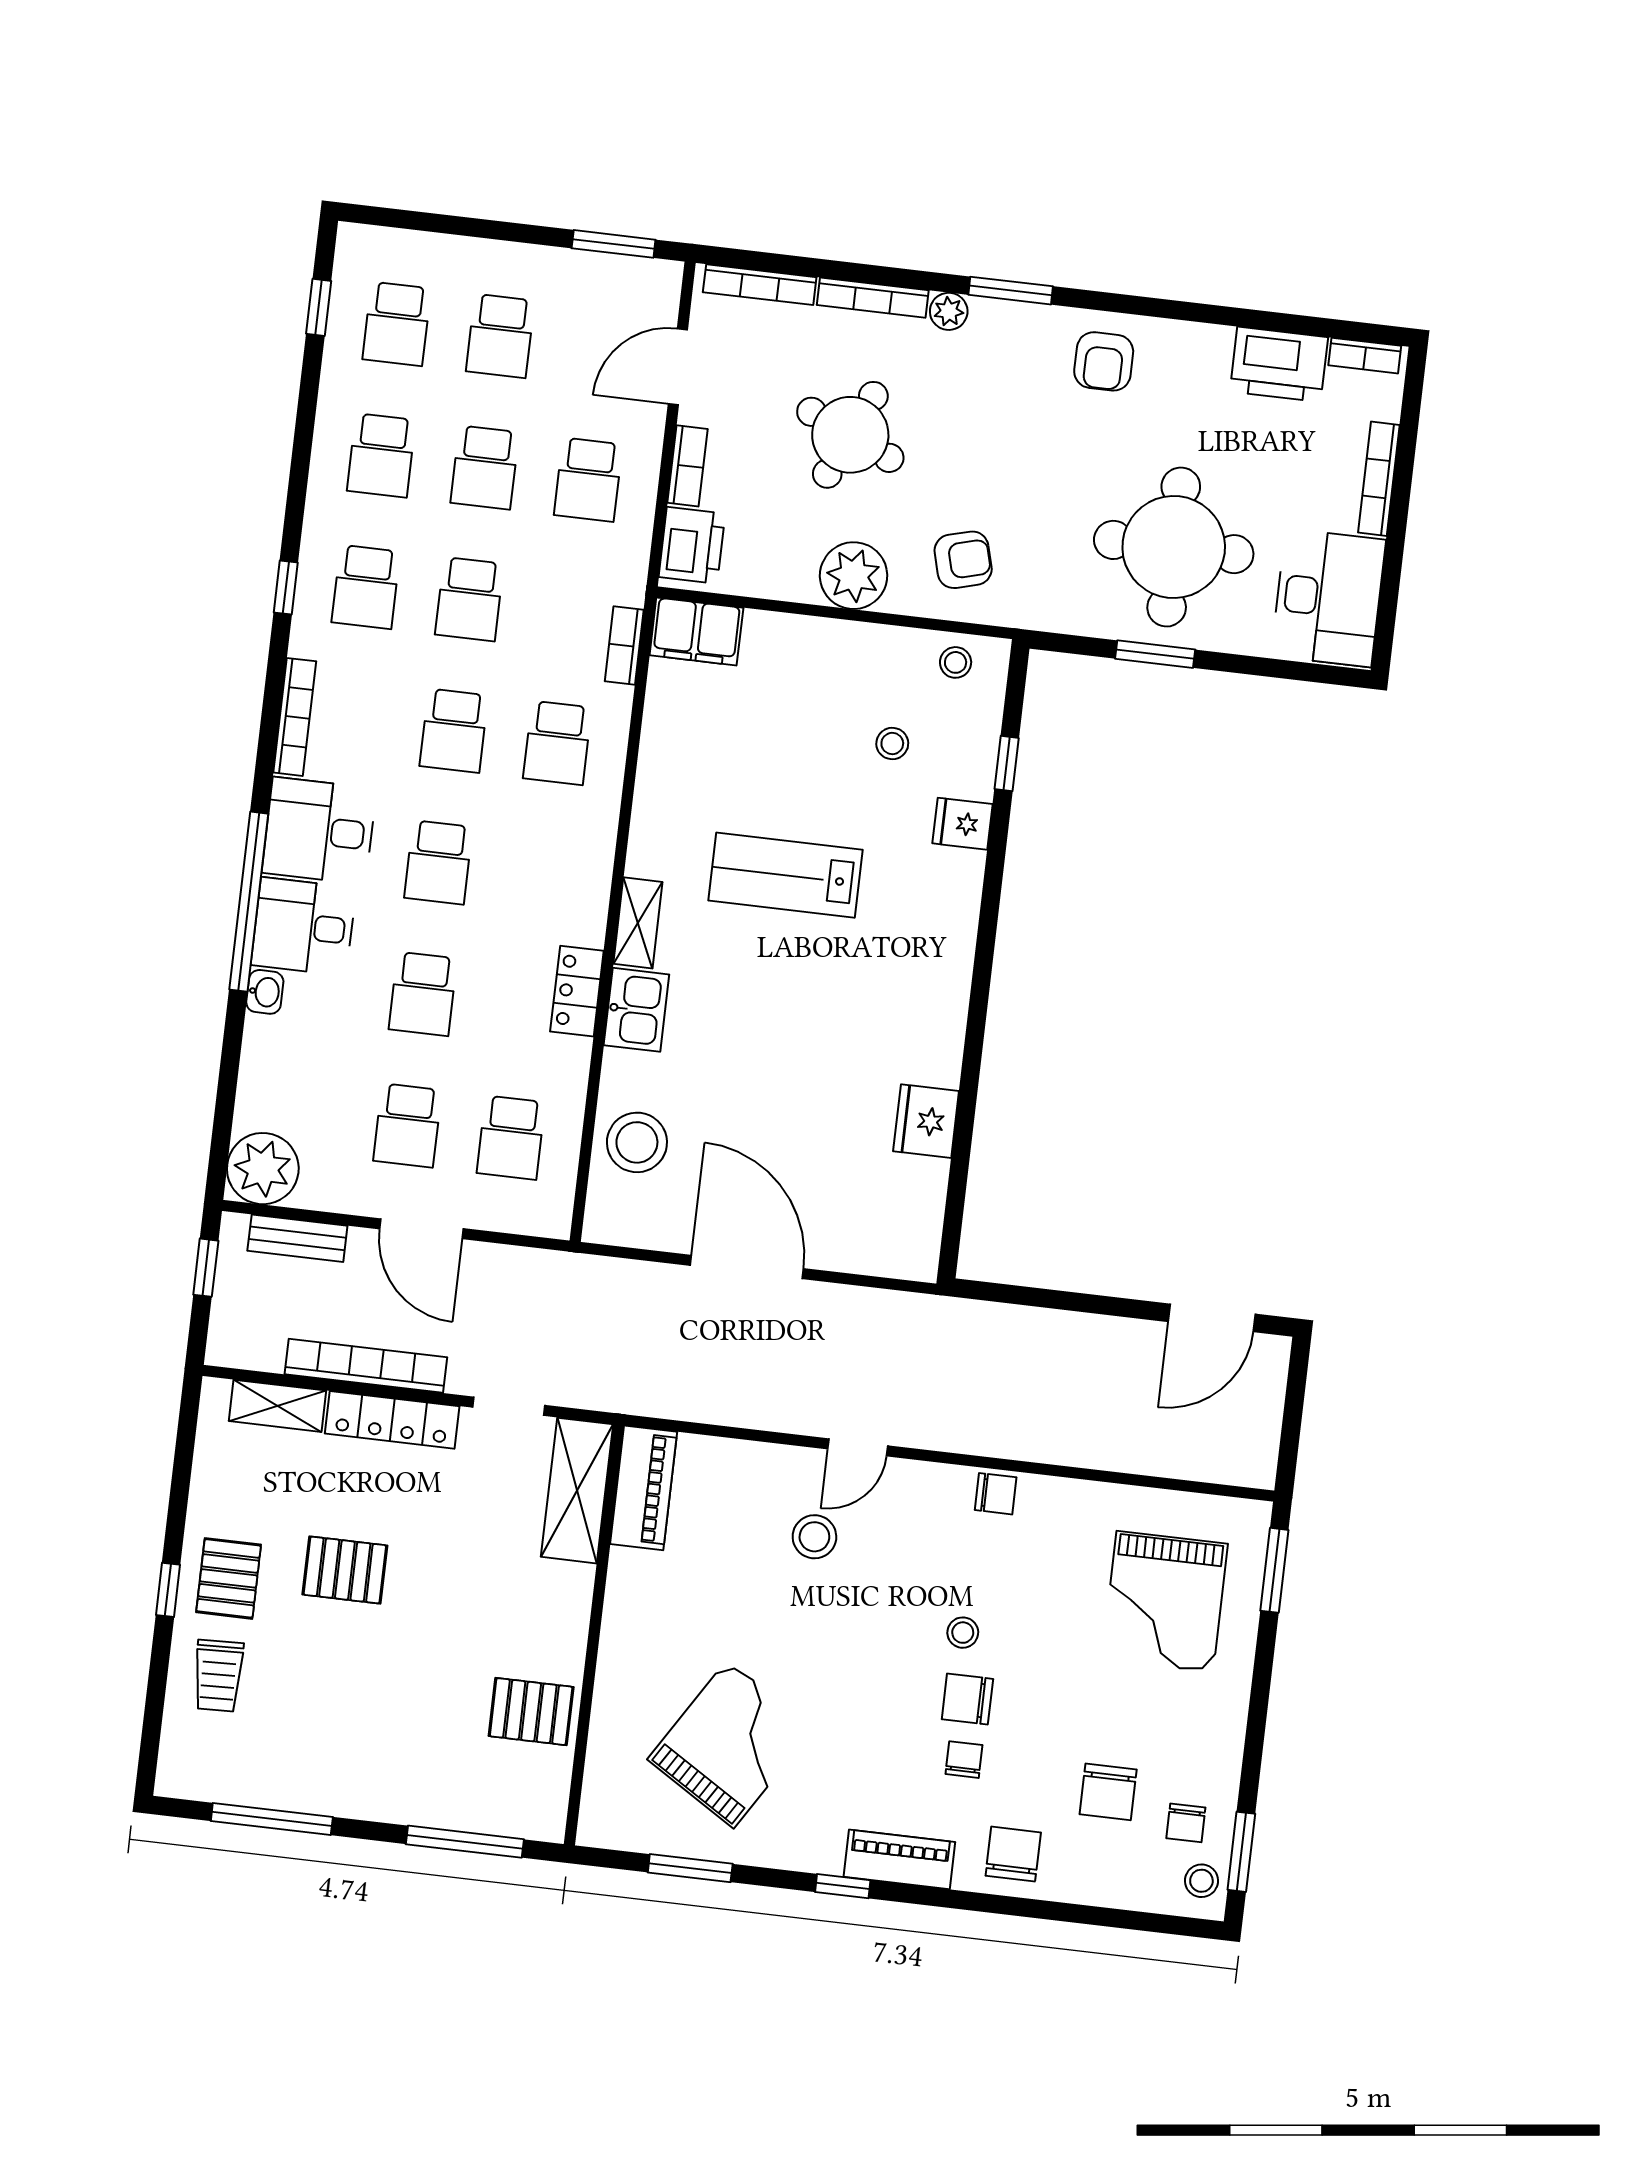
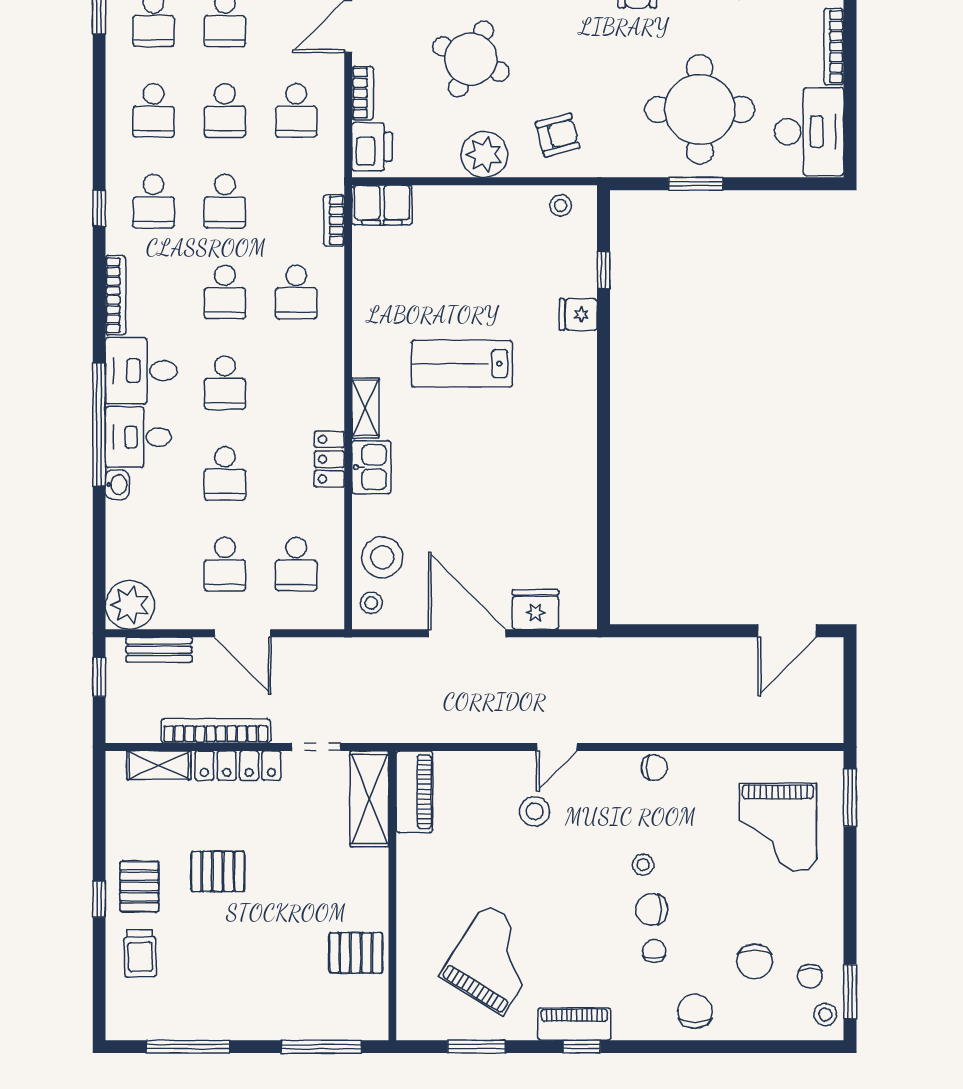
stool: (892, 744) -> (371, 603), moved
fridge: (926, 1121) -> (535, 610), moved, turned 90
piano: (899, 1859) -> (574, 1024), moved

